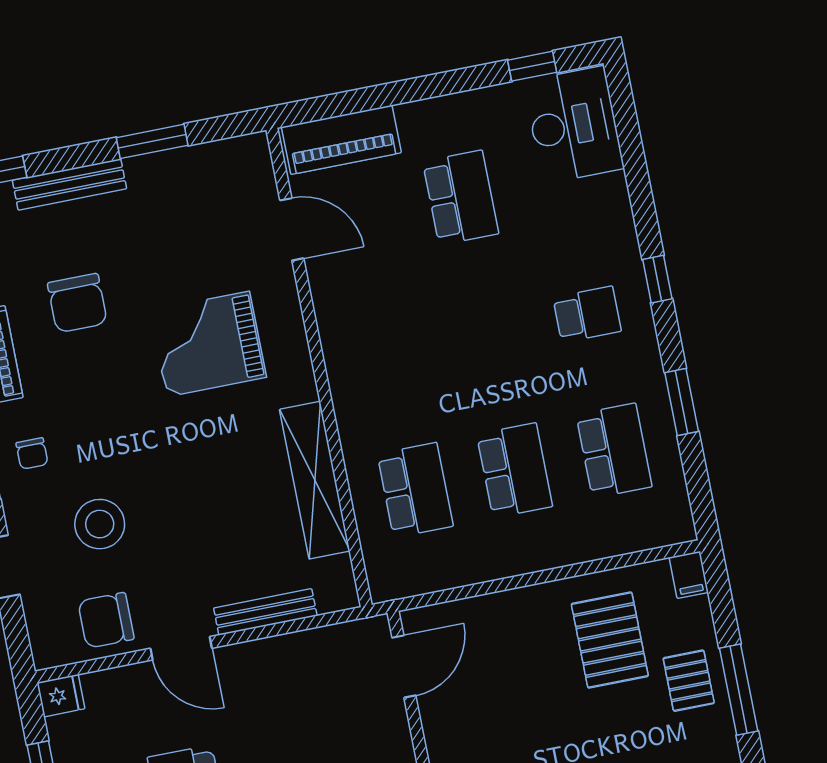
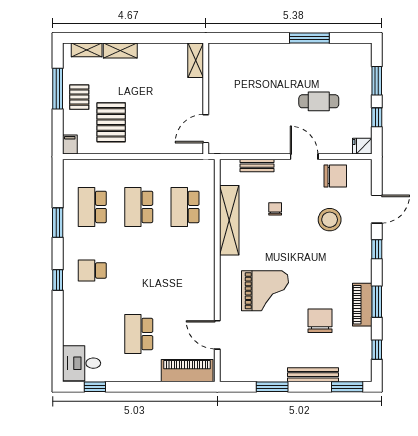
desk: (574, 125) -> (82, 363), width x0.73
chair: (32, 453) -> (275, 209), moved
bench: (265, 612) -> (257, 166), width x0.73

